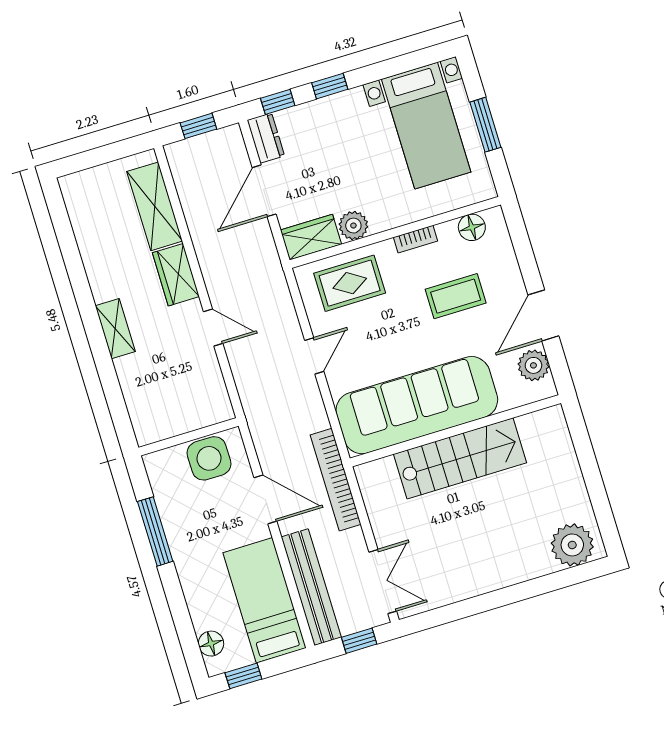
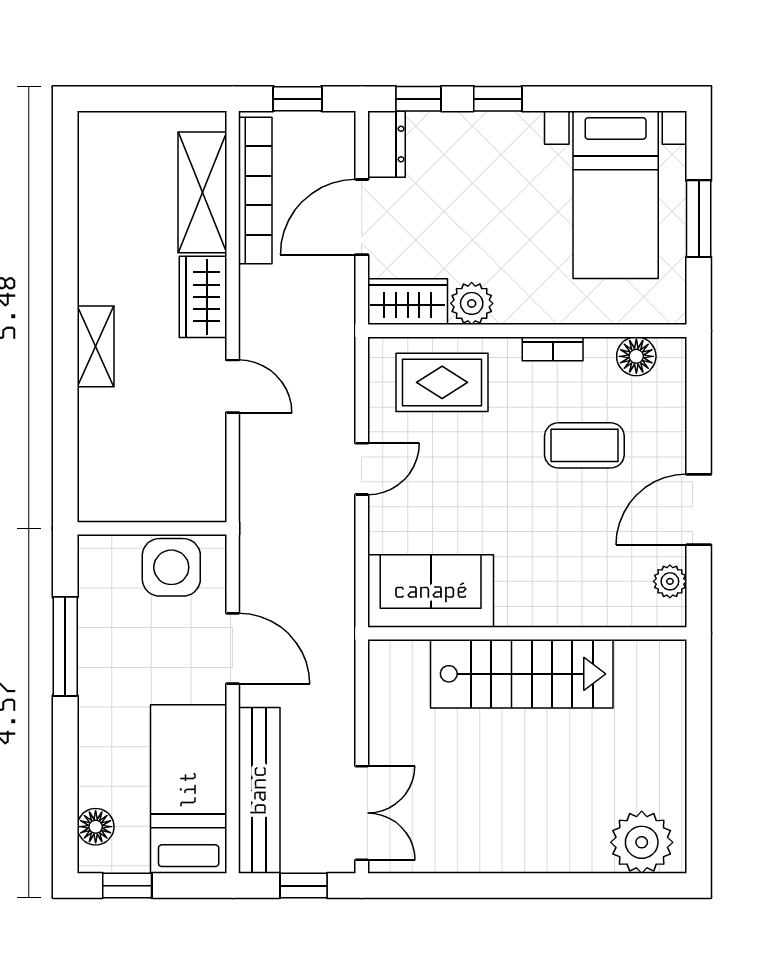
plant: (533, 365) -> (670, 581), width x0.73, depth x0.73
sofa: (417, 405) -> (431, 591), width x0.54, depth x0.79
bookcase: (336, 480) -> (255, 191), moved, turned 180

